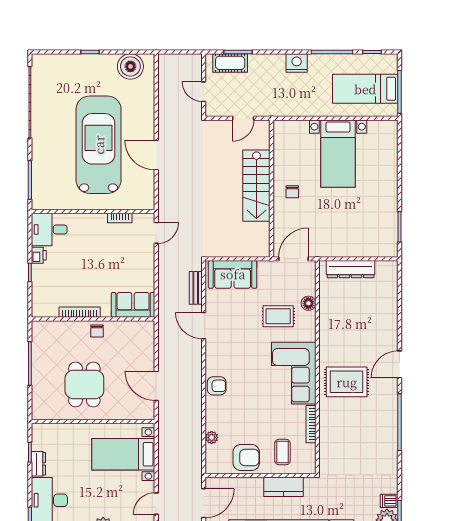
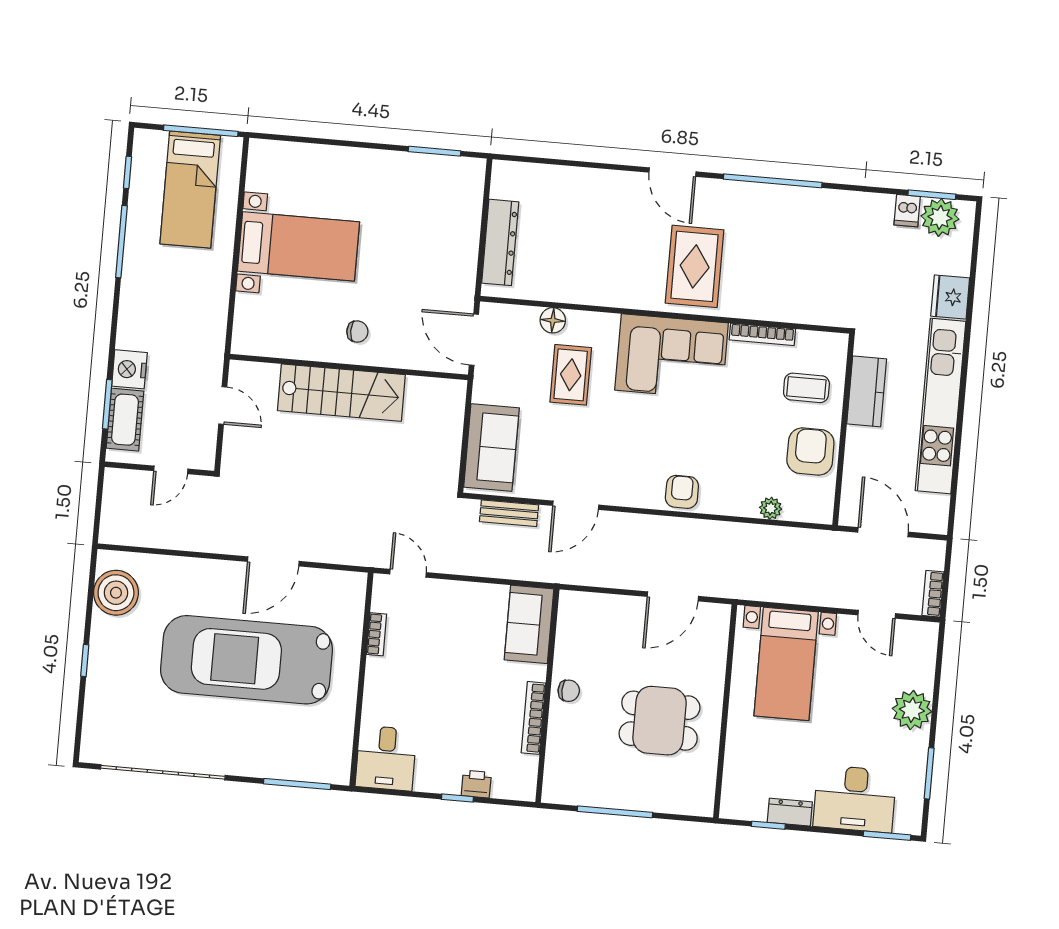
nightstand: (297, 63) -> (129, 369), moved
printer: (39, 255) -> (476, 784), moved

